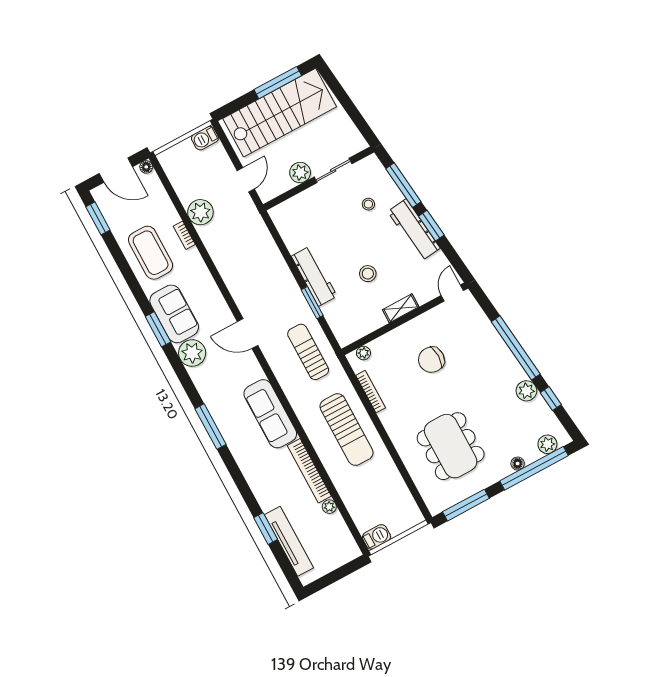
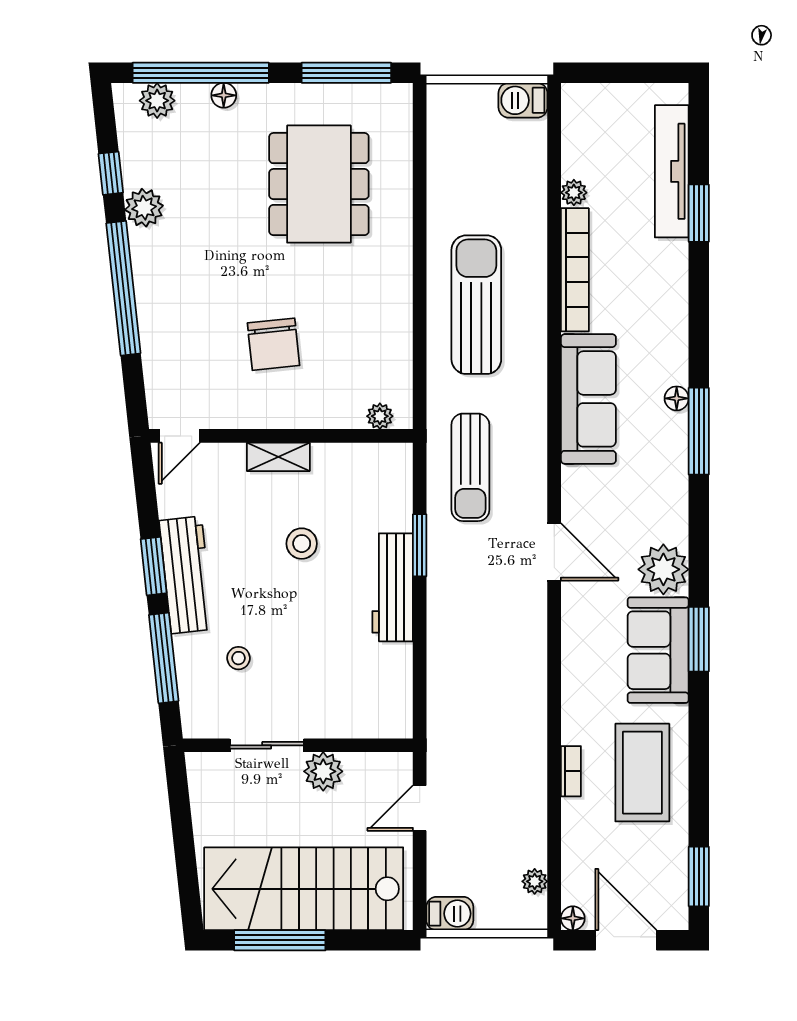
plant: (200, 212) -> (535, 881), moved, width x0.53, depth x0.53
chair: (431, 360) -> (273, 344), turned 84
bookcase: (371, 392) -> (403, 346), removed
floor lamp: (229, 436) -> (677, 398), added

